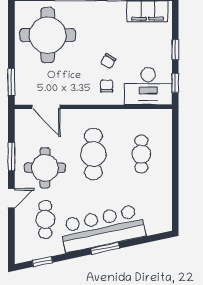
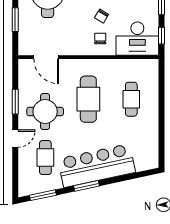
window: (11, 82) -> (15, 20), moved
window: (105, 248) -> (86, 186), moved
window: (42, 262) -> (43, 195), width x1.50

